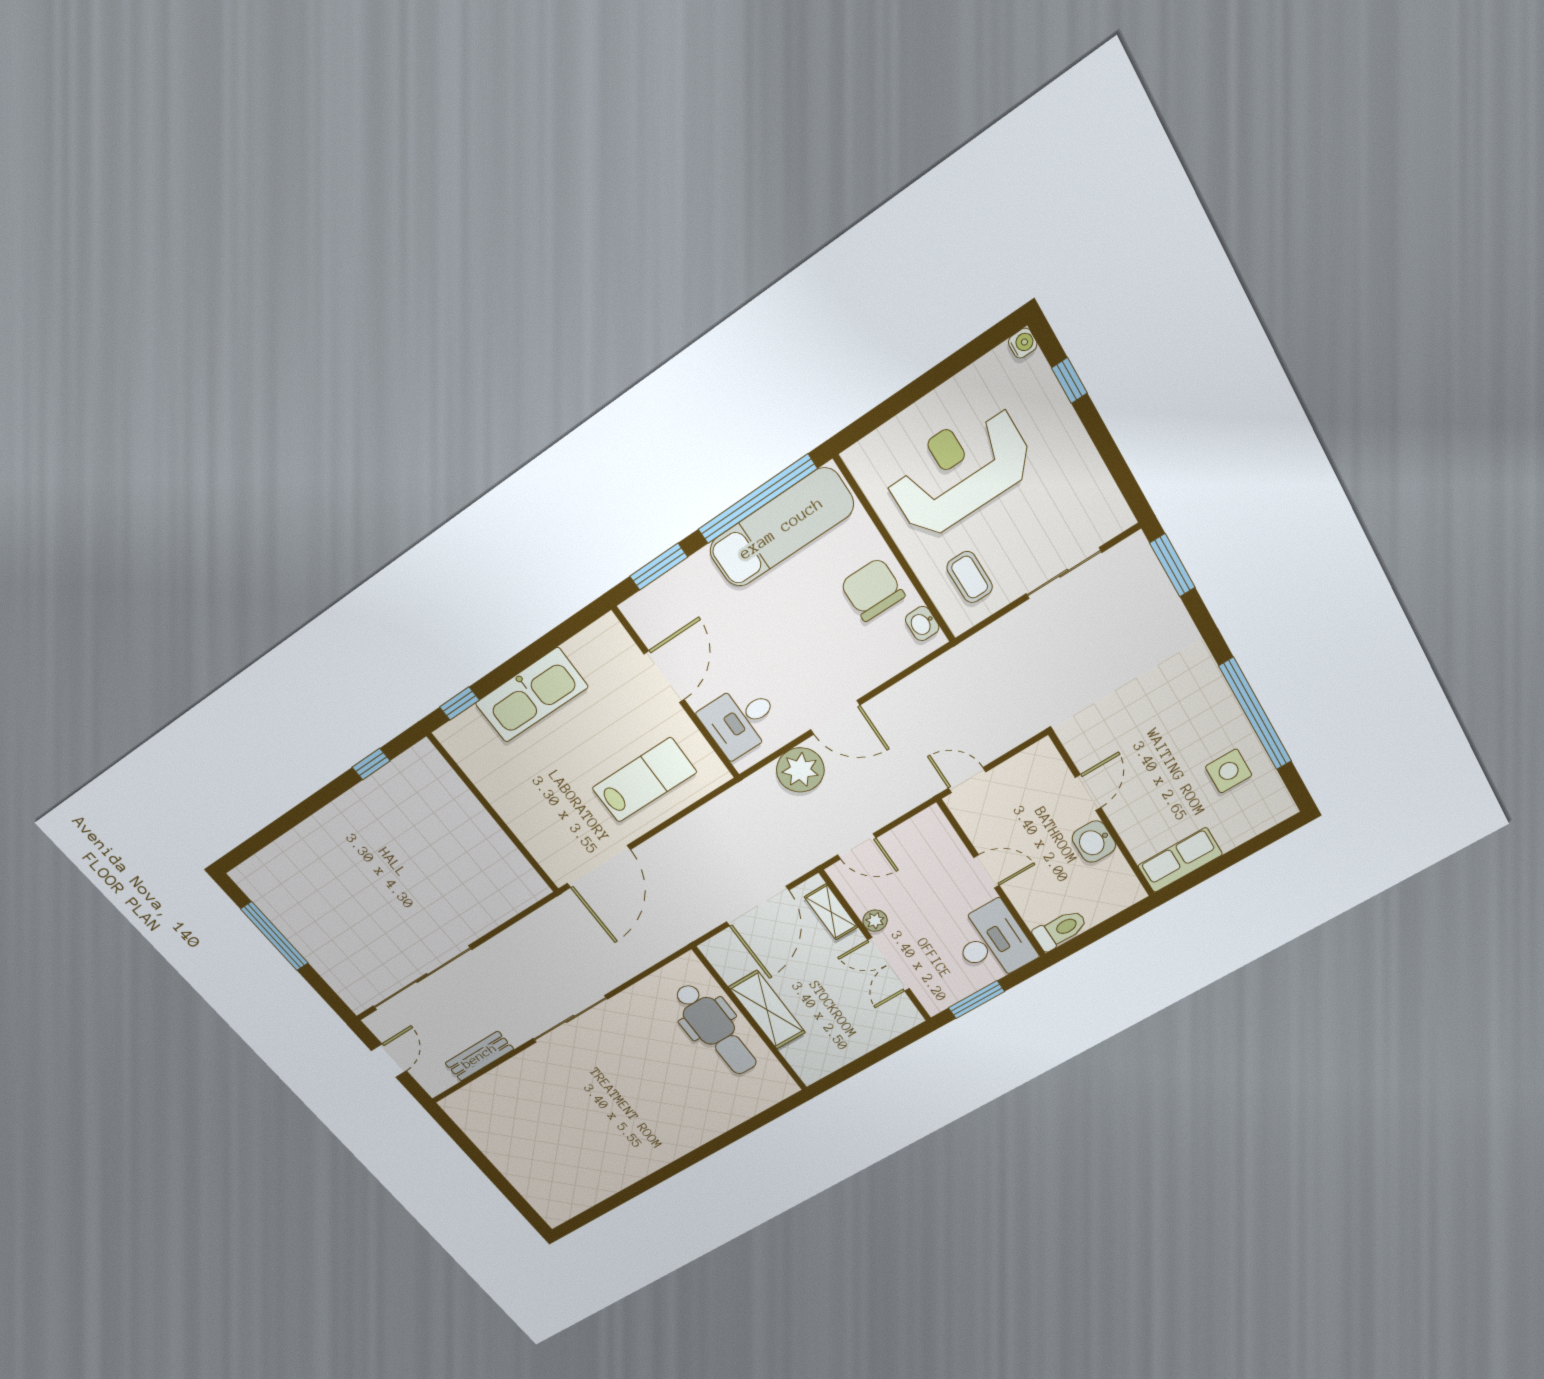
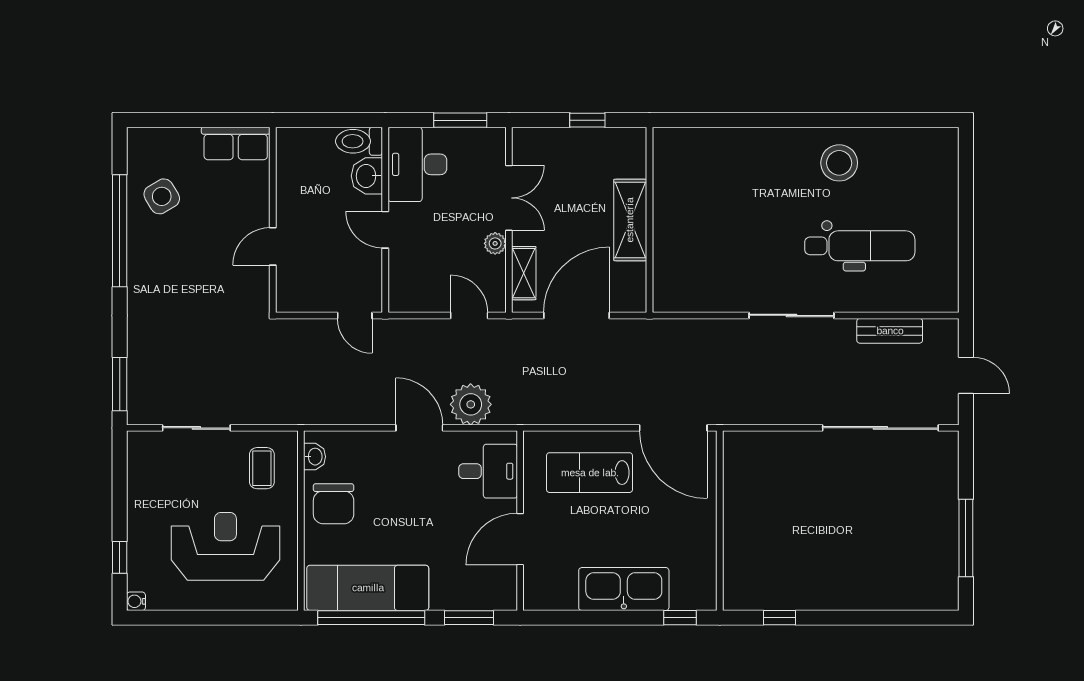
reception desk: (959, 471) -> (225, 546), turned 180
side table: (1229, 771) -> (162, 196), turned -31
washbasin: (1094, 842) -> (367, 176), moved, turned 180
door: (599, 867) -> (673, 428), swing flipped
dental chair: (716, 1029) -> (860, 246), moved, turned 90
door: (389, 1061) -> (966, 375), swing flipped
window: (862, 1063) -> (587, 120), added
stool: (625, 1152) -> (839, 163), added

